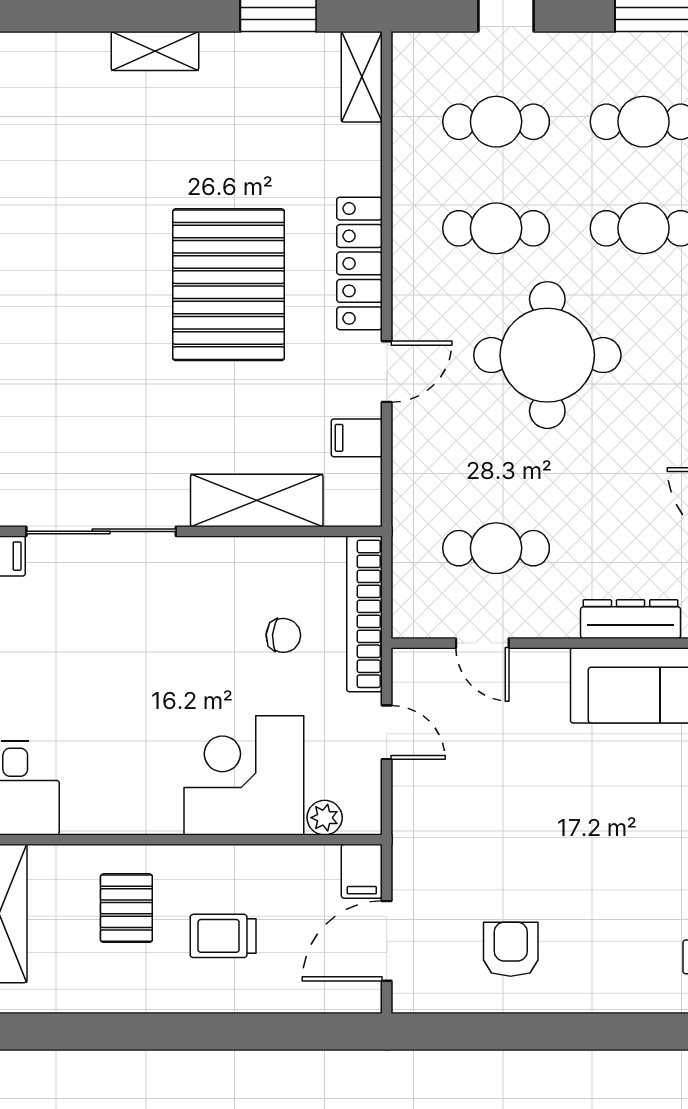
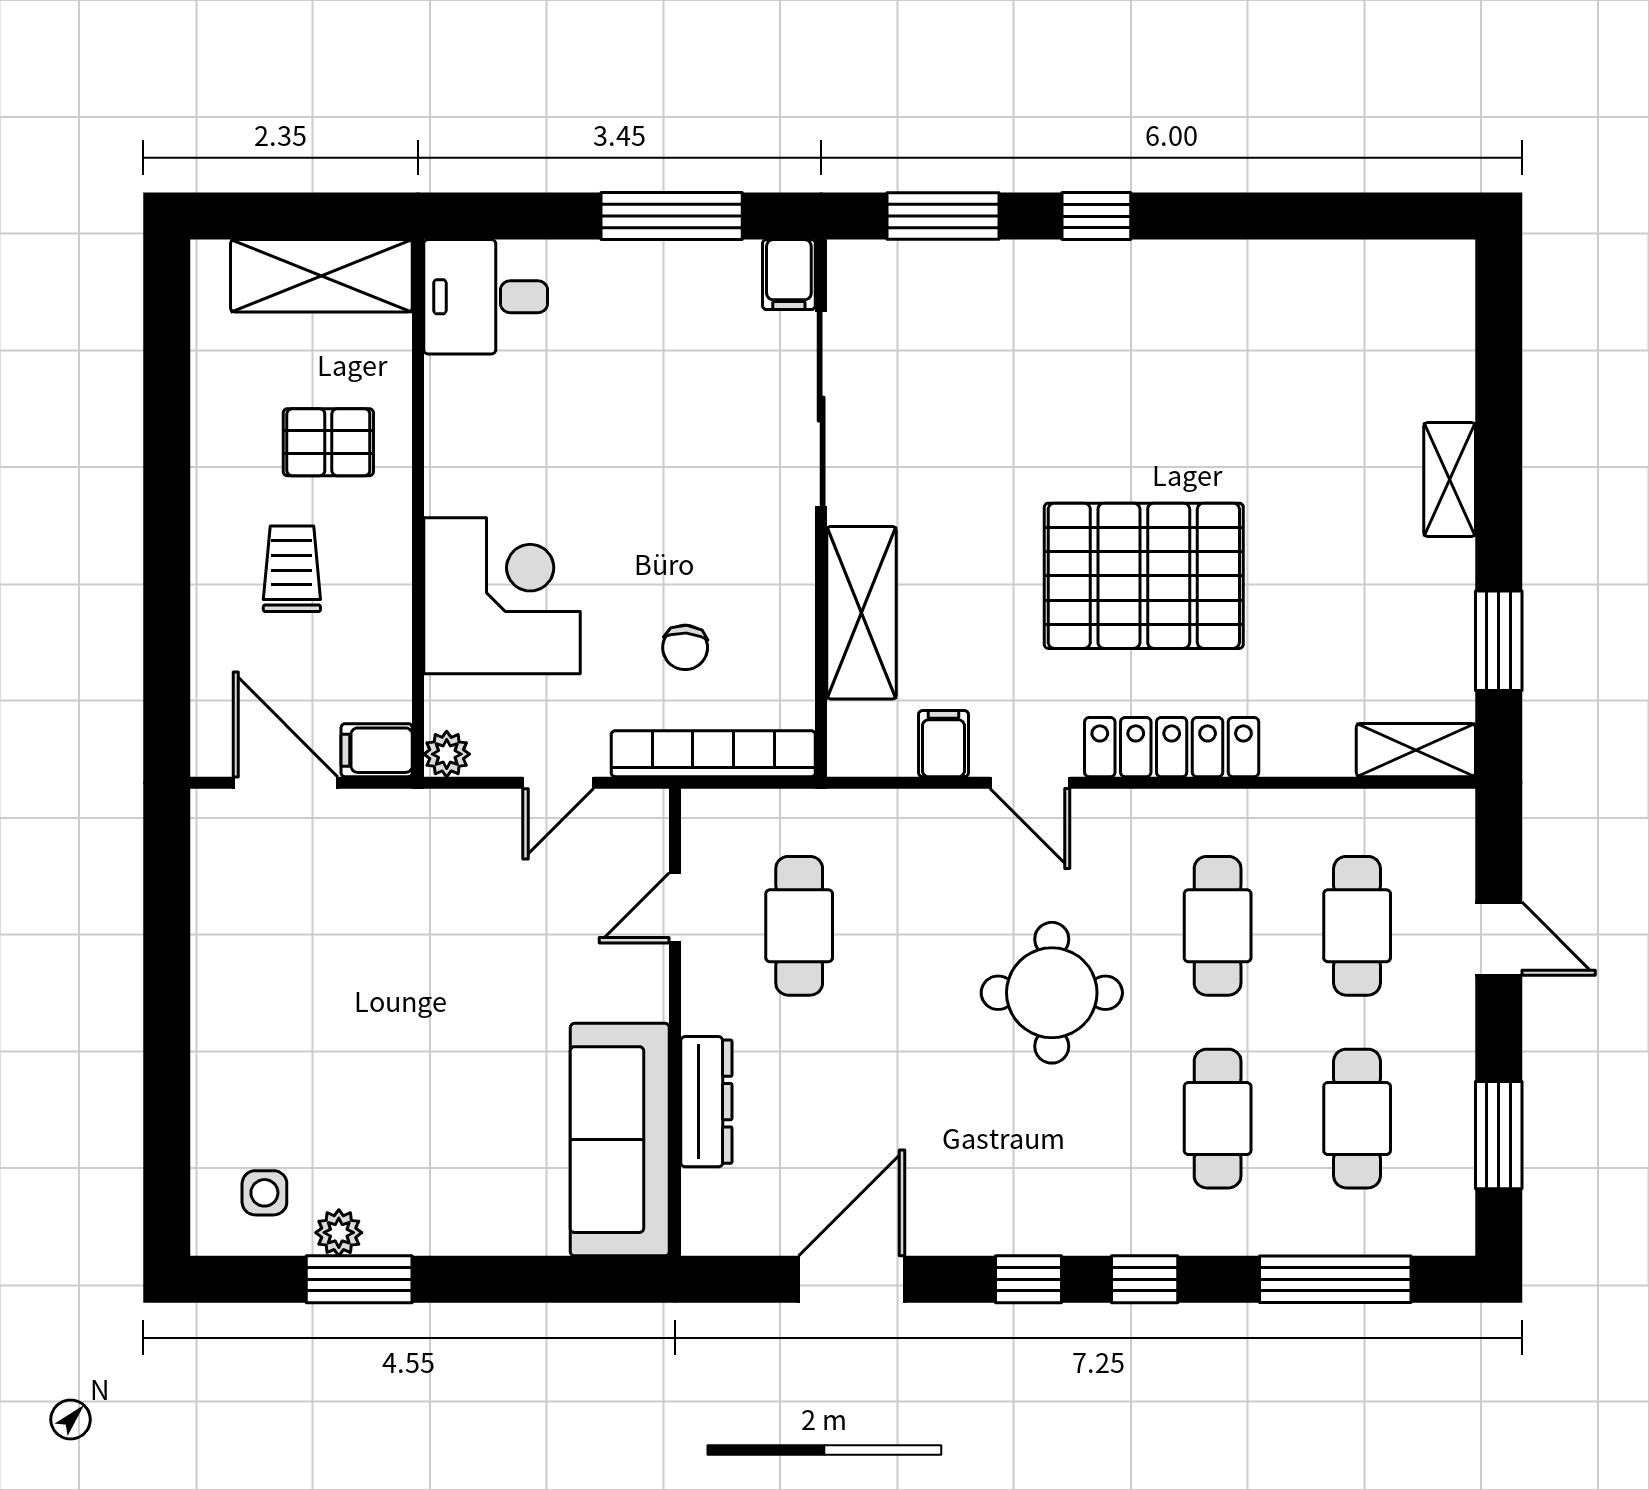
round table: (547, 355) -> (1052, 993), width x0.73, depth x0.73
plant: (325, 818) -> (447, 754), moved
armchair: (511, 949) -> (275, 945), removed

